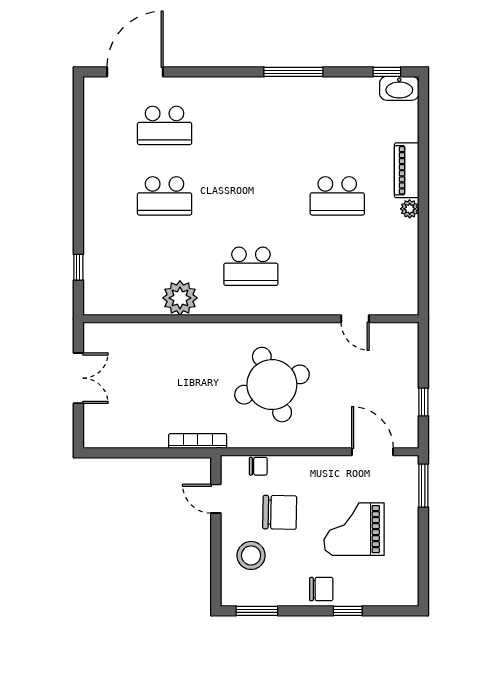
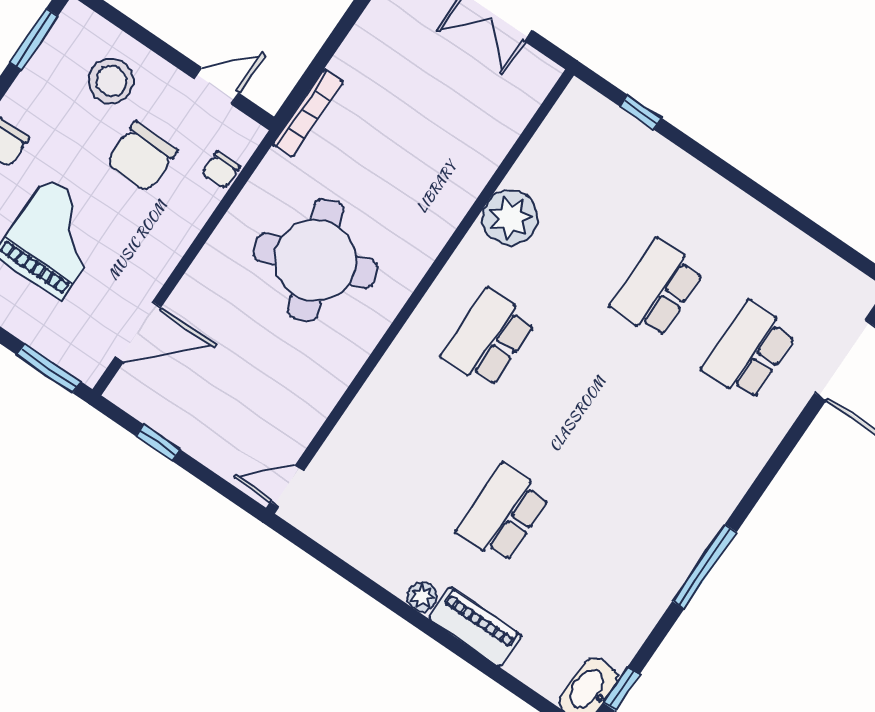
door: (355, 319) -> (287, 486), moved

